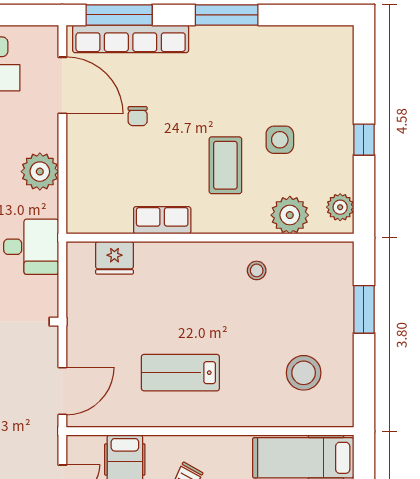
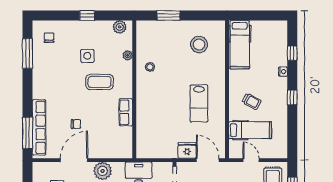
window: (227, 15) -> (28, 54), moved
chair: (318, 60) -> (49, 38), added
door: (62, 85) -> (74, 160), moved
plant: (290, 215) -> (128, 55), width x0.53, depth x0.53
fridge: (114, 258) -> (187, 150), moved, turned -90

